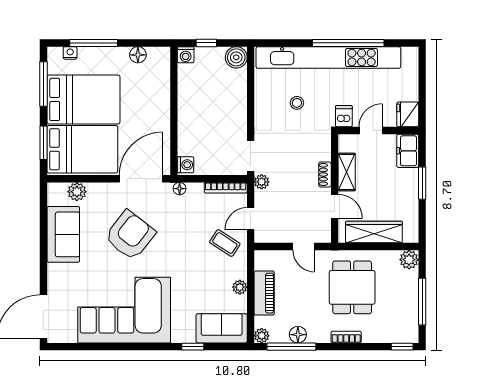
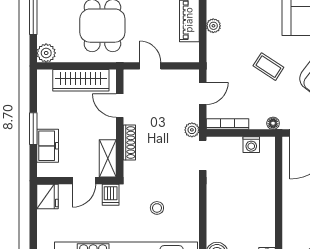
freezer: (408, 151) -> (48, 146), moved
washing machine: (186, 165) -> (251, 145), moved, turned -90
shelving: (347, 172) -> (108, 158), moved
shoe rack: (325, 175) -> (129, 142), width x1.43
coffee table: (225, 243) -> (268, 67), moved

